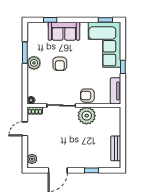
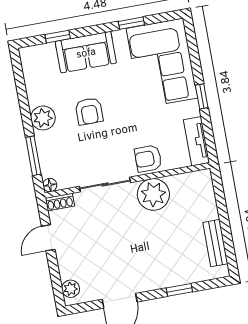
window: (105, 20) -> (131, 23), moved
window: (25, 53) -> (33, 156), moved

